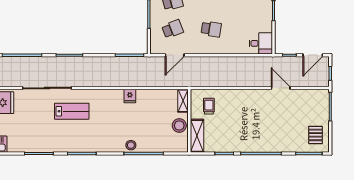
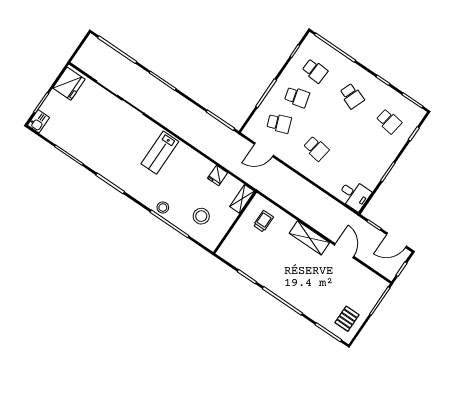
fridge: (130, 96) -> (218, 176), moved
lab bench: (72, 111) -> (160, 153), moved, turned 90
stool: (179, 125) -> (201, 216), moved
shelving: (197, 136) -> (309, 238), moved, turned 90

